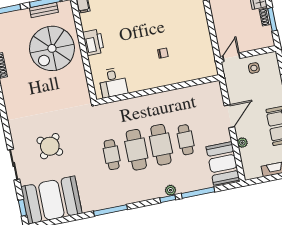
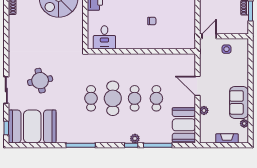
door: (229, 116) -> (197, 86), swing flipped
cafe table: (161, 145) -> (135, 98), width x0.73, depth x0.74
round table: (50, 146) -> (40, 81), turned 36

